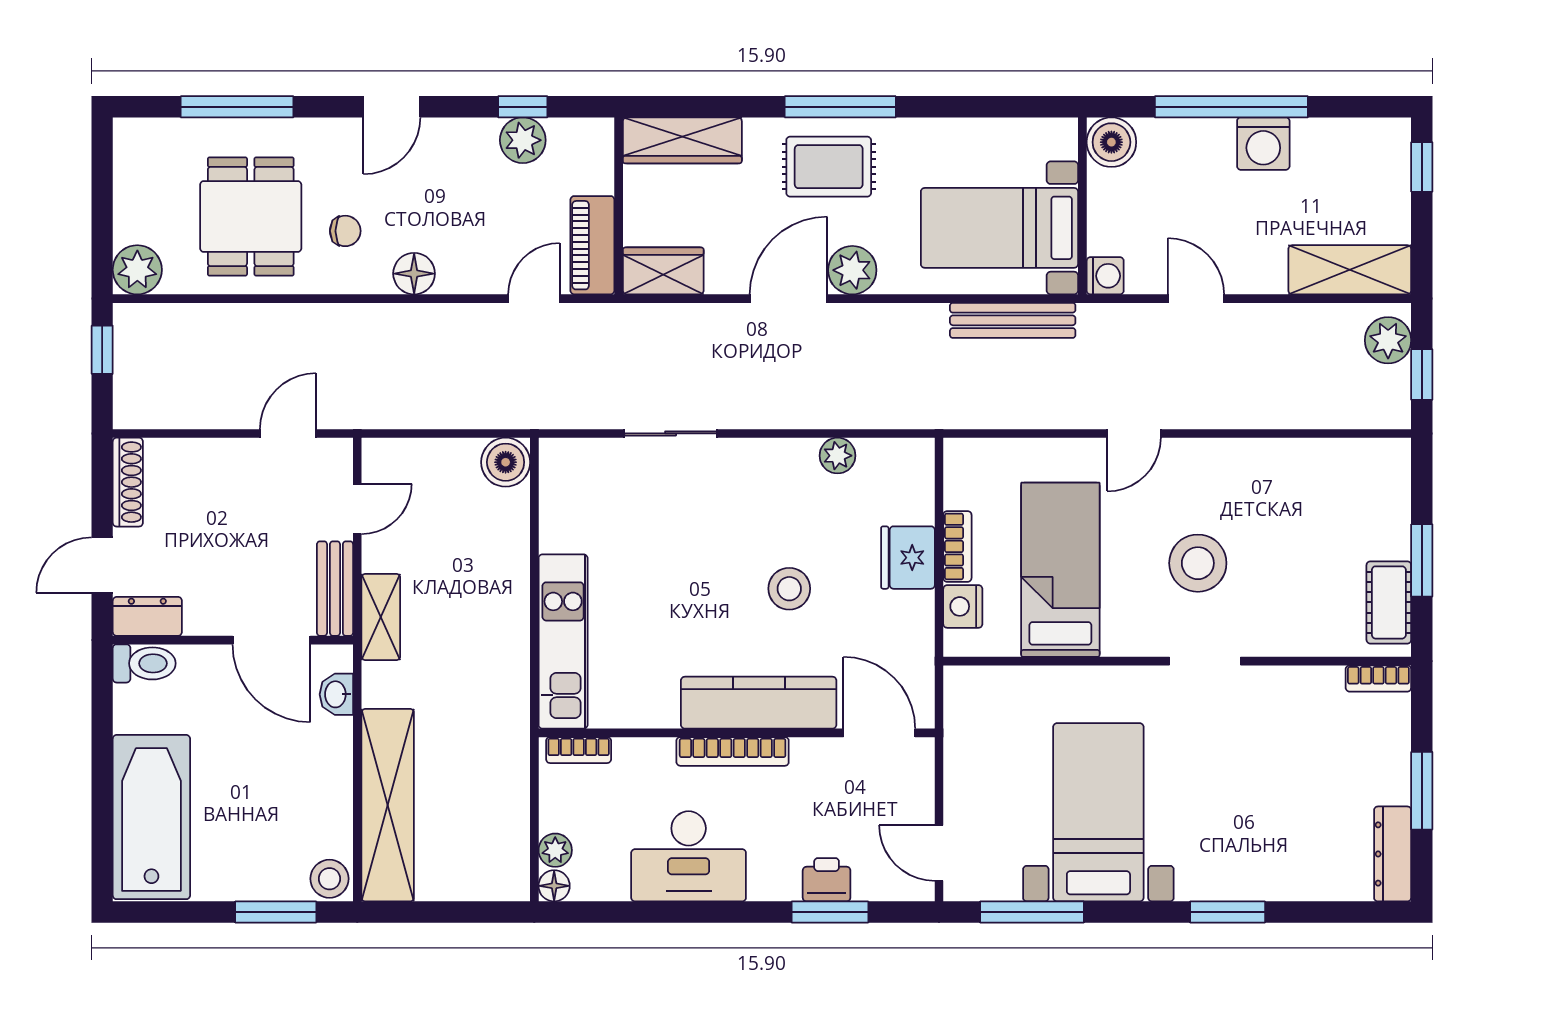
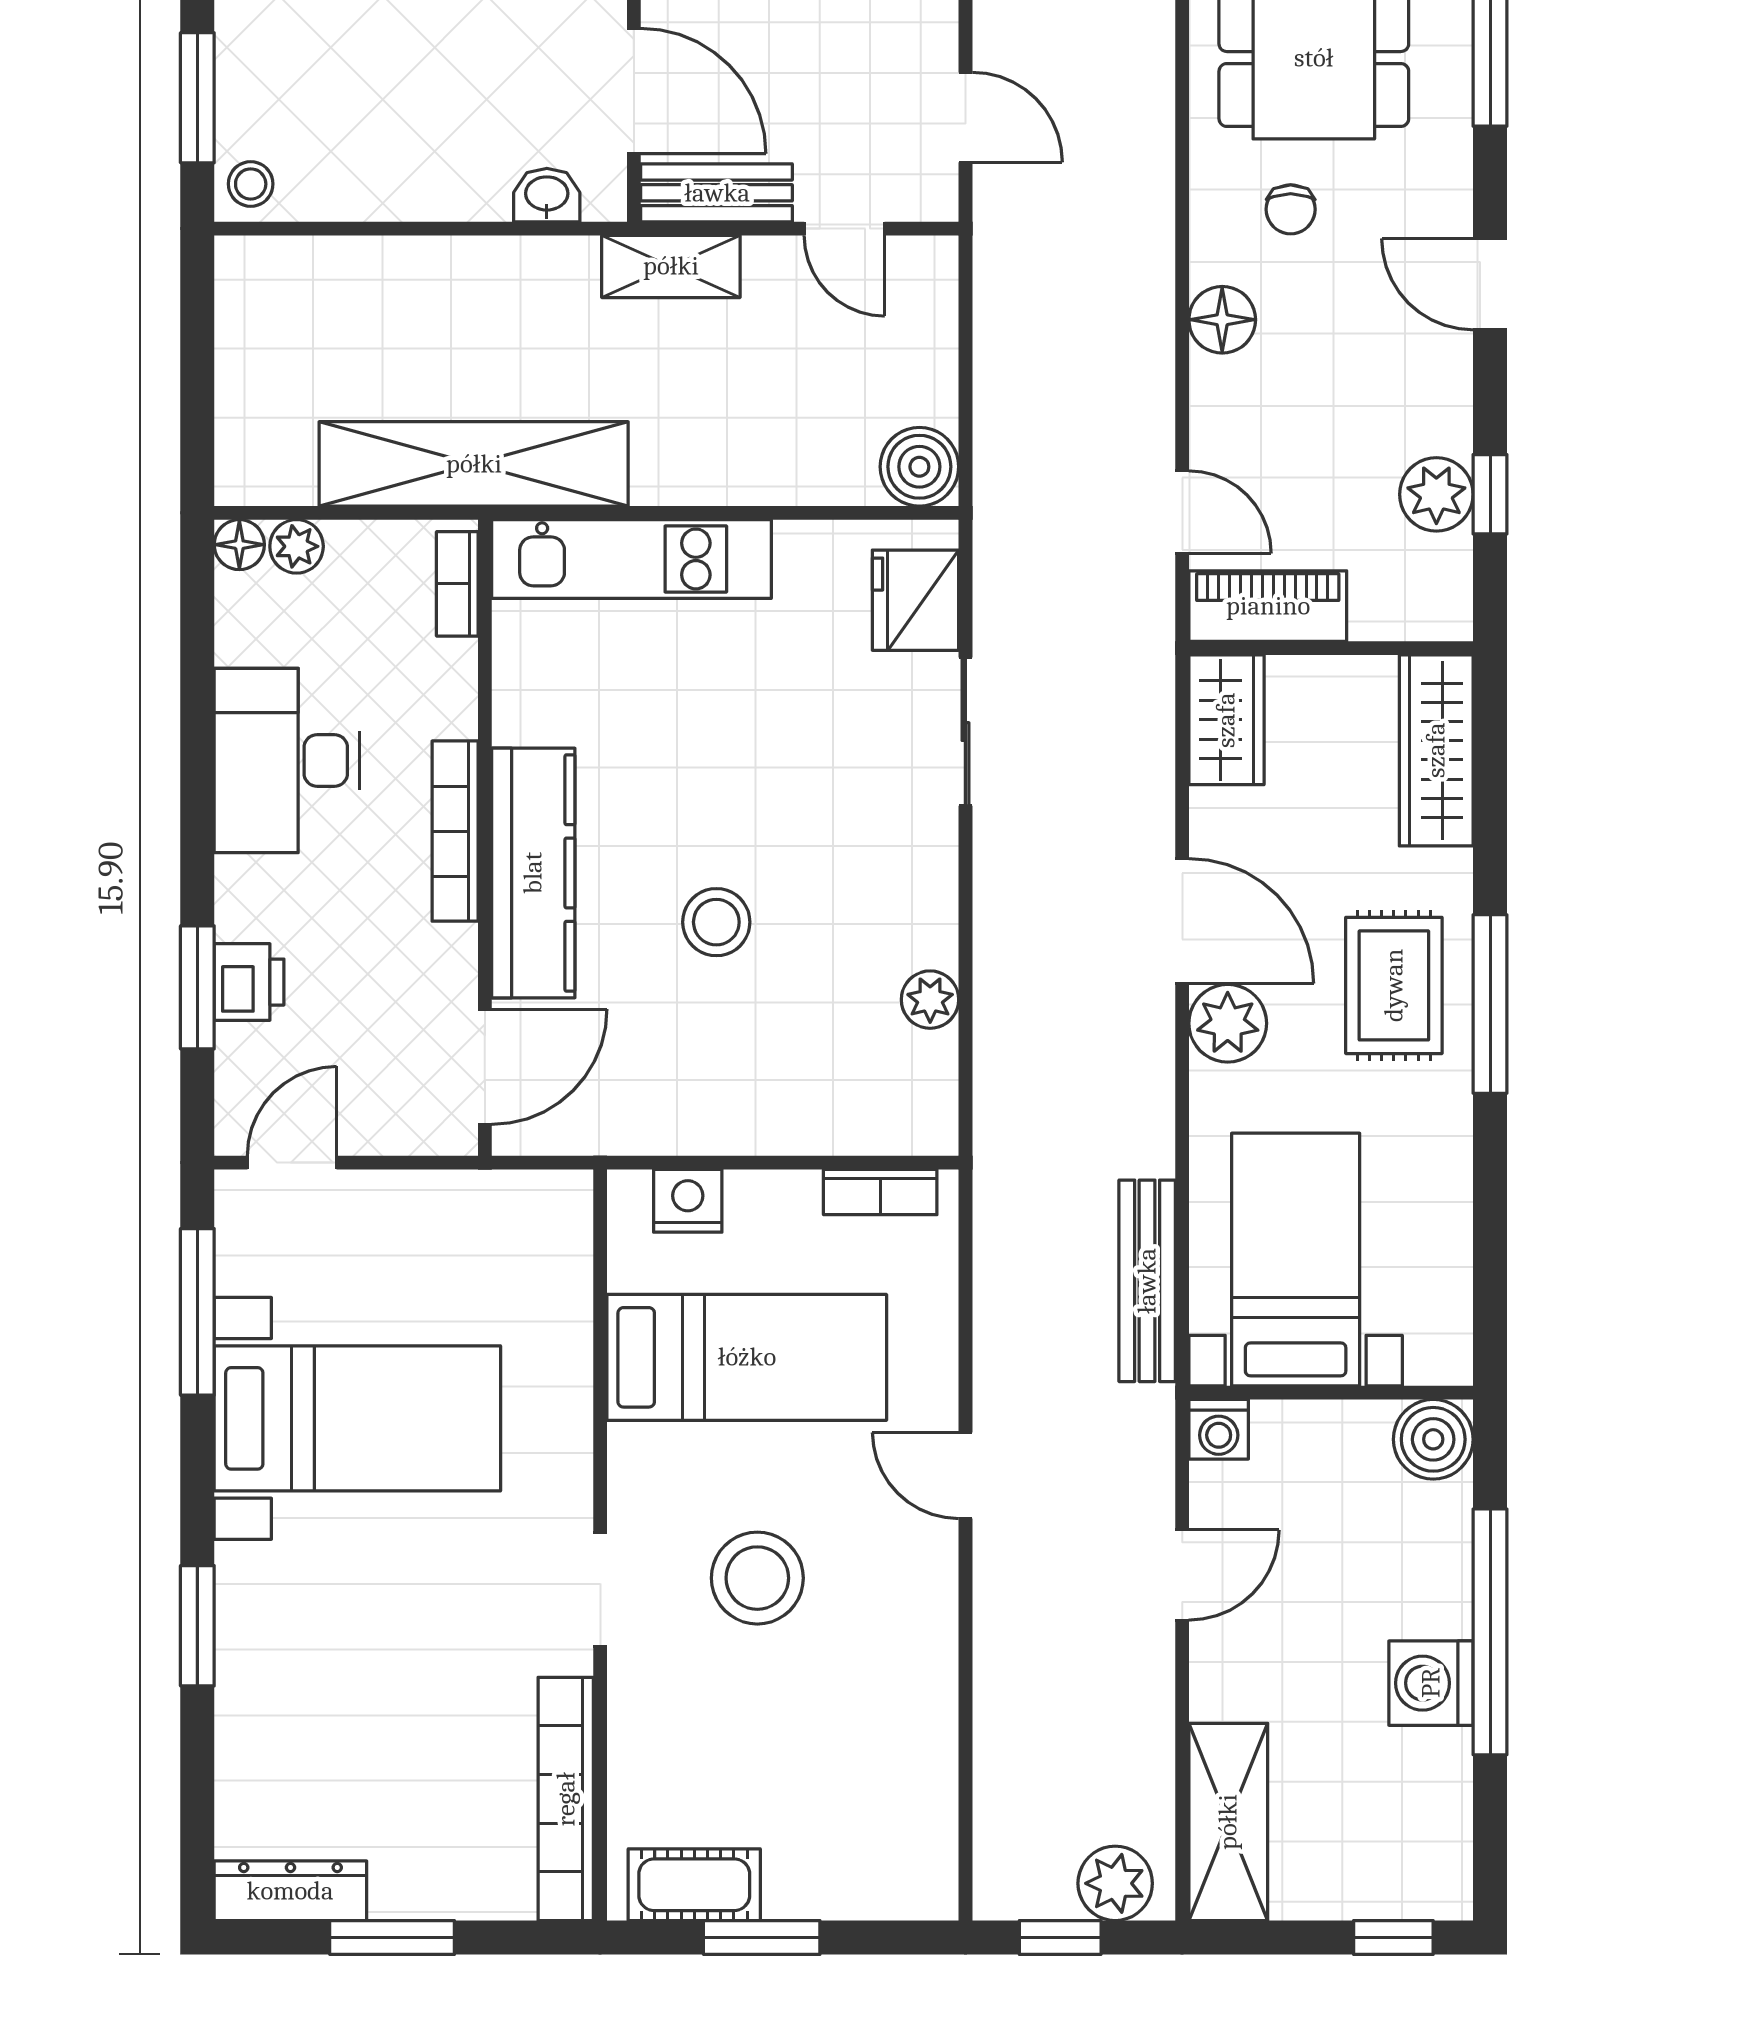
bookcase: (957, 546) -> (880, 1192), moved
fridge: (908, 558) -> (916, 600), moved, turned -90
door: (272, 640) -> (634, 91), swing flipped
bookcase: (1378, 678) -> (566, 1799), width x2.31, depth x1.31
shelving: (388, 805) -> (474, 464), moved
stool: (329, 879) -> (251, 184), width x0.73, depth x0.73

